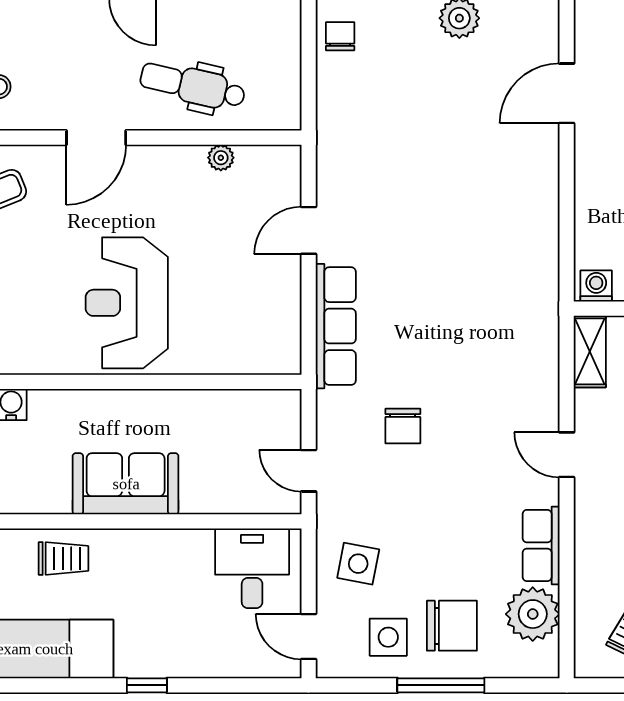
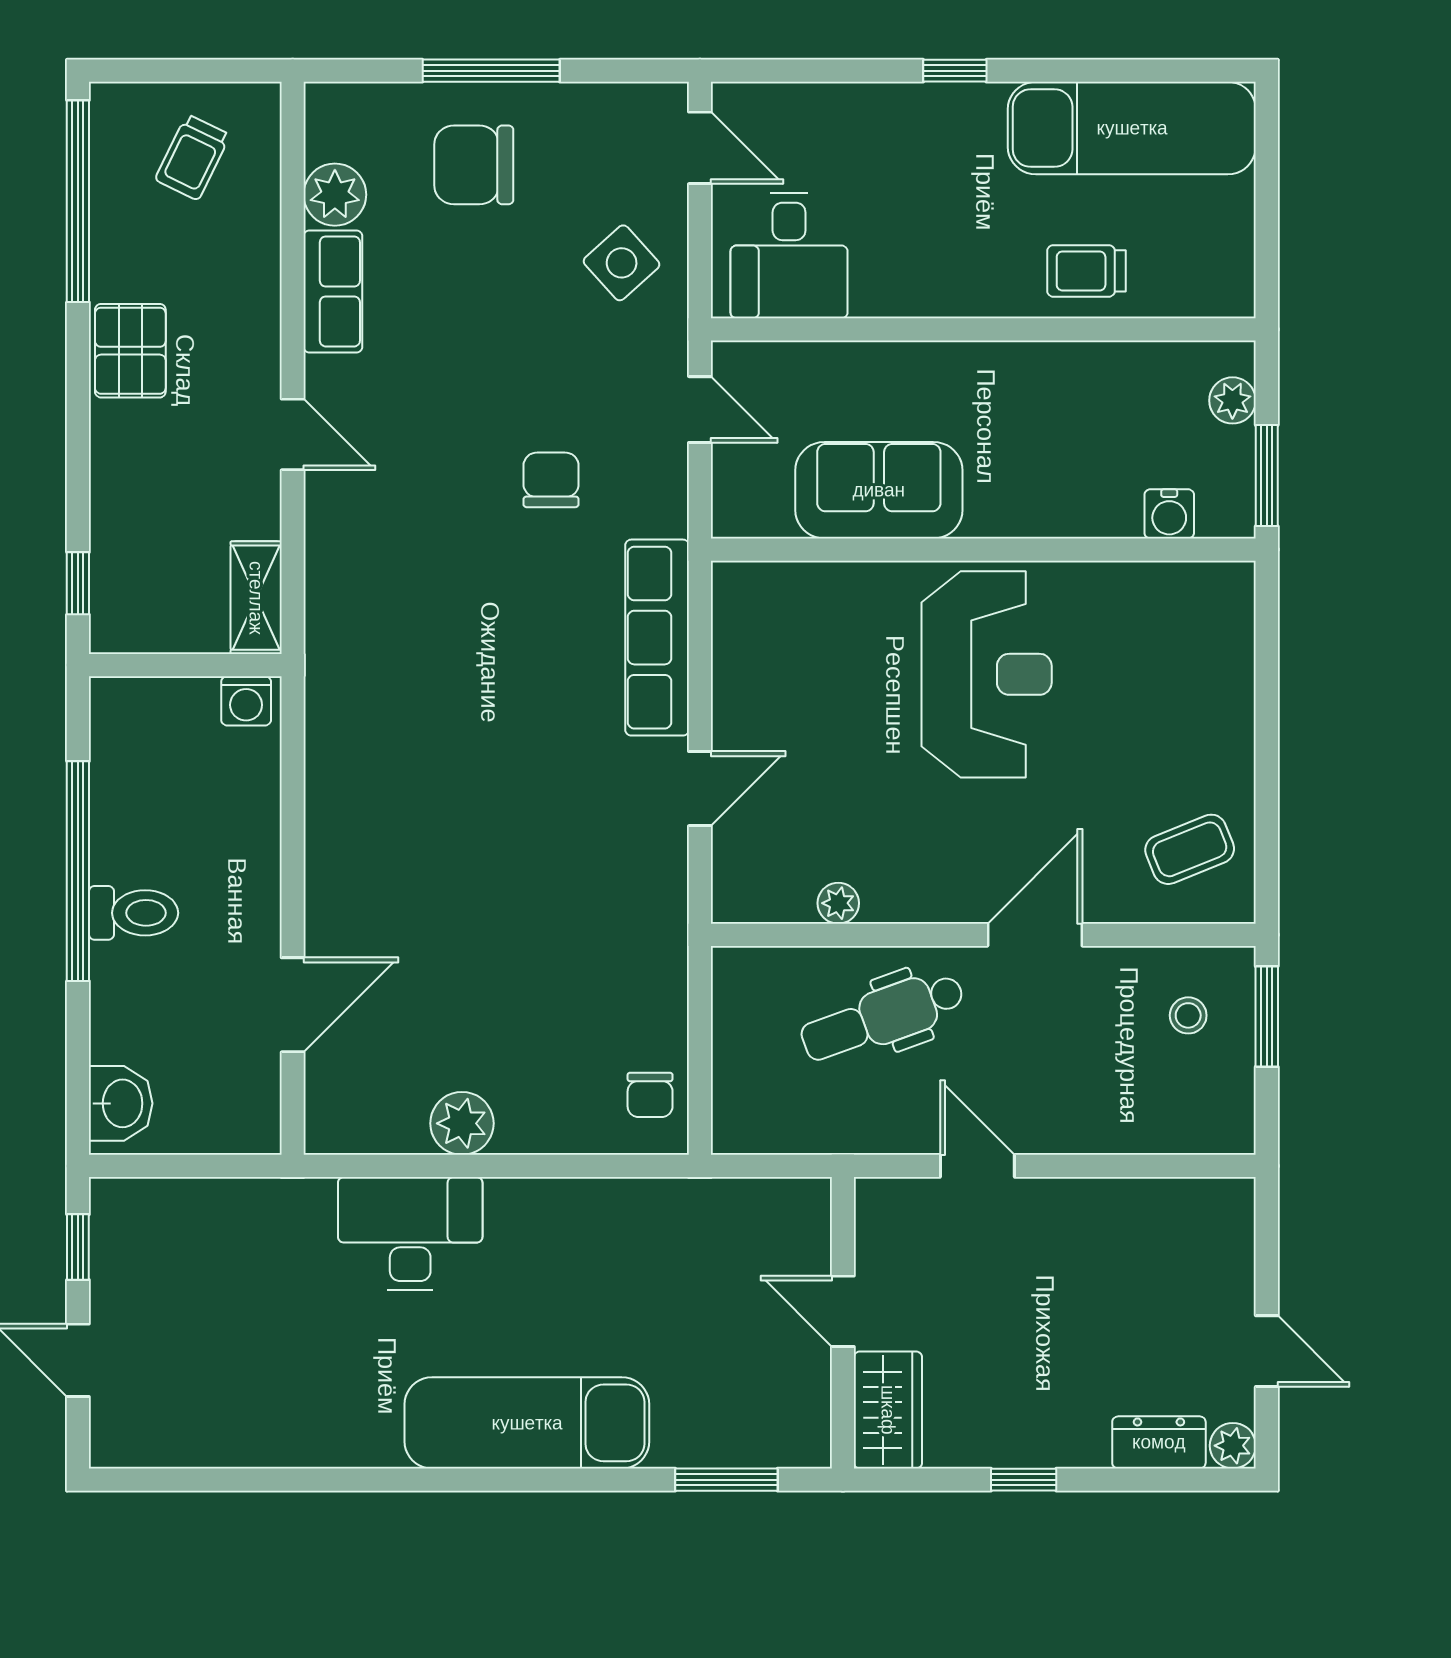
dental chair: (193, 86) -> (883, 1017), turned 147
sofa: (126, 484) -> (879, 490), moved, turned 180
side table: (358, 564) -> (622, 263), turned 37
plant: (533, 614) -> (335, 195), width x0.73, depth x0.73
side table: (388, 637) -> (574, 147), removed

